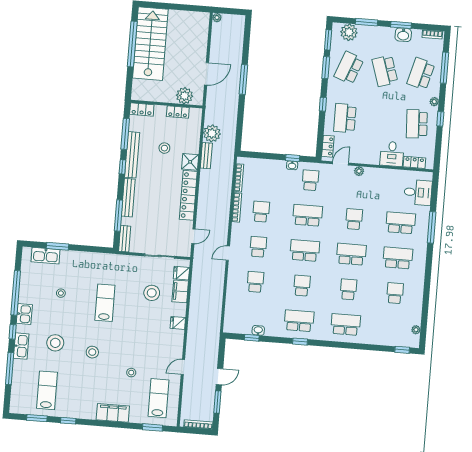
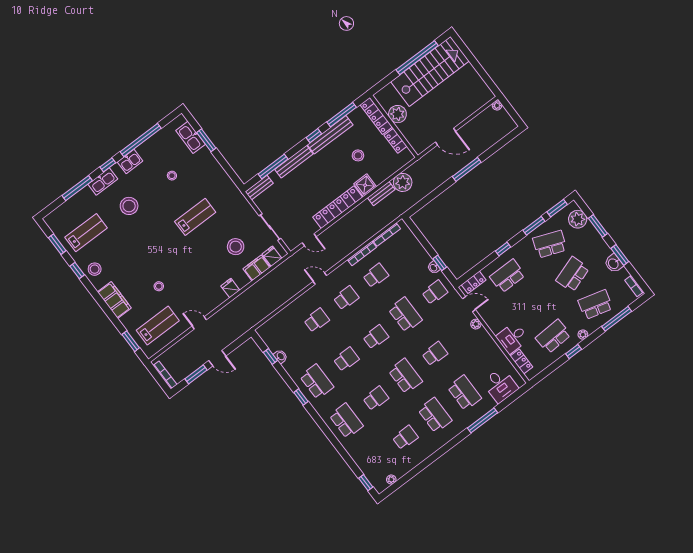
plant: (185, 96) -> (397, 114), moved
locker: (142, 109) -> (376, 116), width x1.53
school desk: (305, 250) -> (376, 337), width x0.54
stool: (92, 352) -> (95, 269), moved

